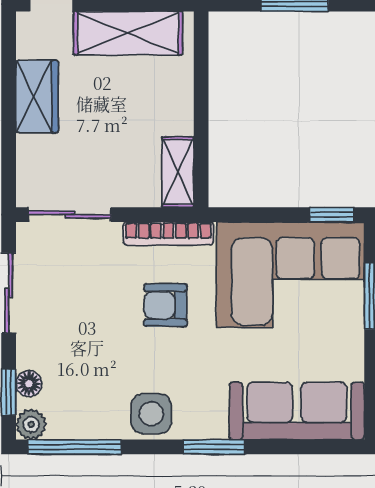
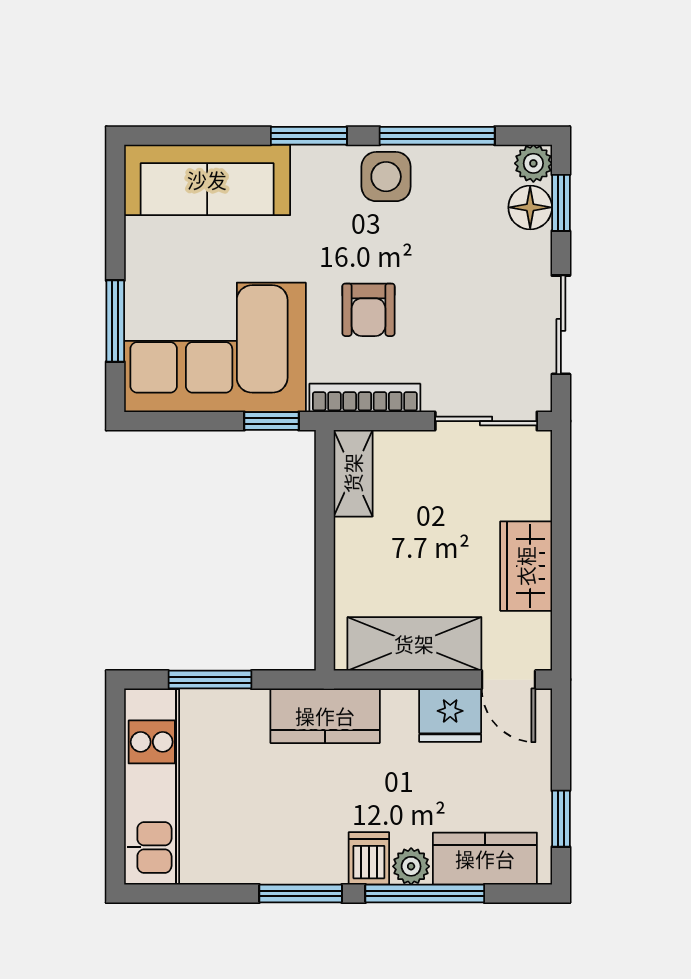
window: (332, 215) -> (272, 421), moved
armchair: (165, 305) -> (368, 310), turned 90
floor lamp: (29, 384) -> (530, 207), width x1.37, depth x1.37
window: (75, 447) -> (437, 136), moved

